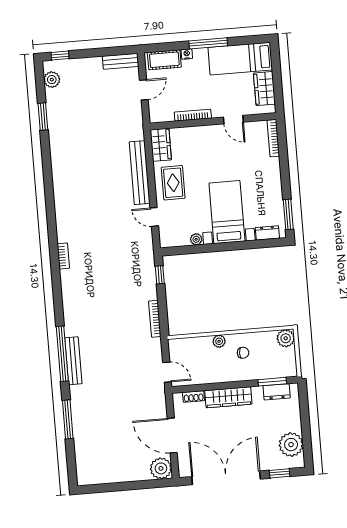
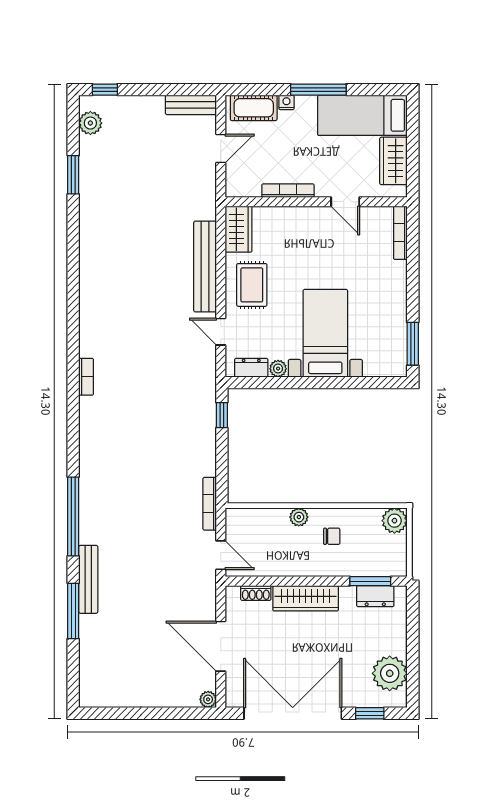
dresser: (267, 233) -> (251, 368), moved
bookcase: (155, 319) -> (210, 504), moved
bench: (73, 361) -> (88, 579), moved
plant: (161, 468) -> (208, 699), width x0.53, depth x0.53

